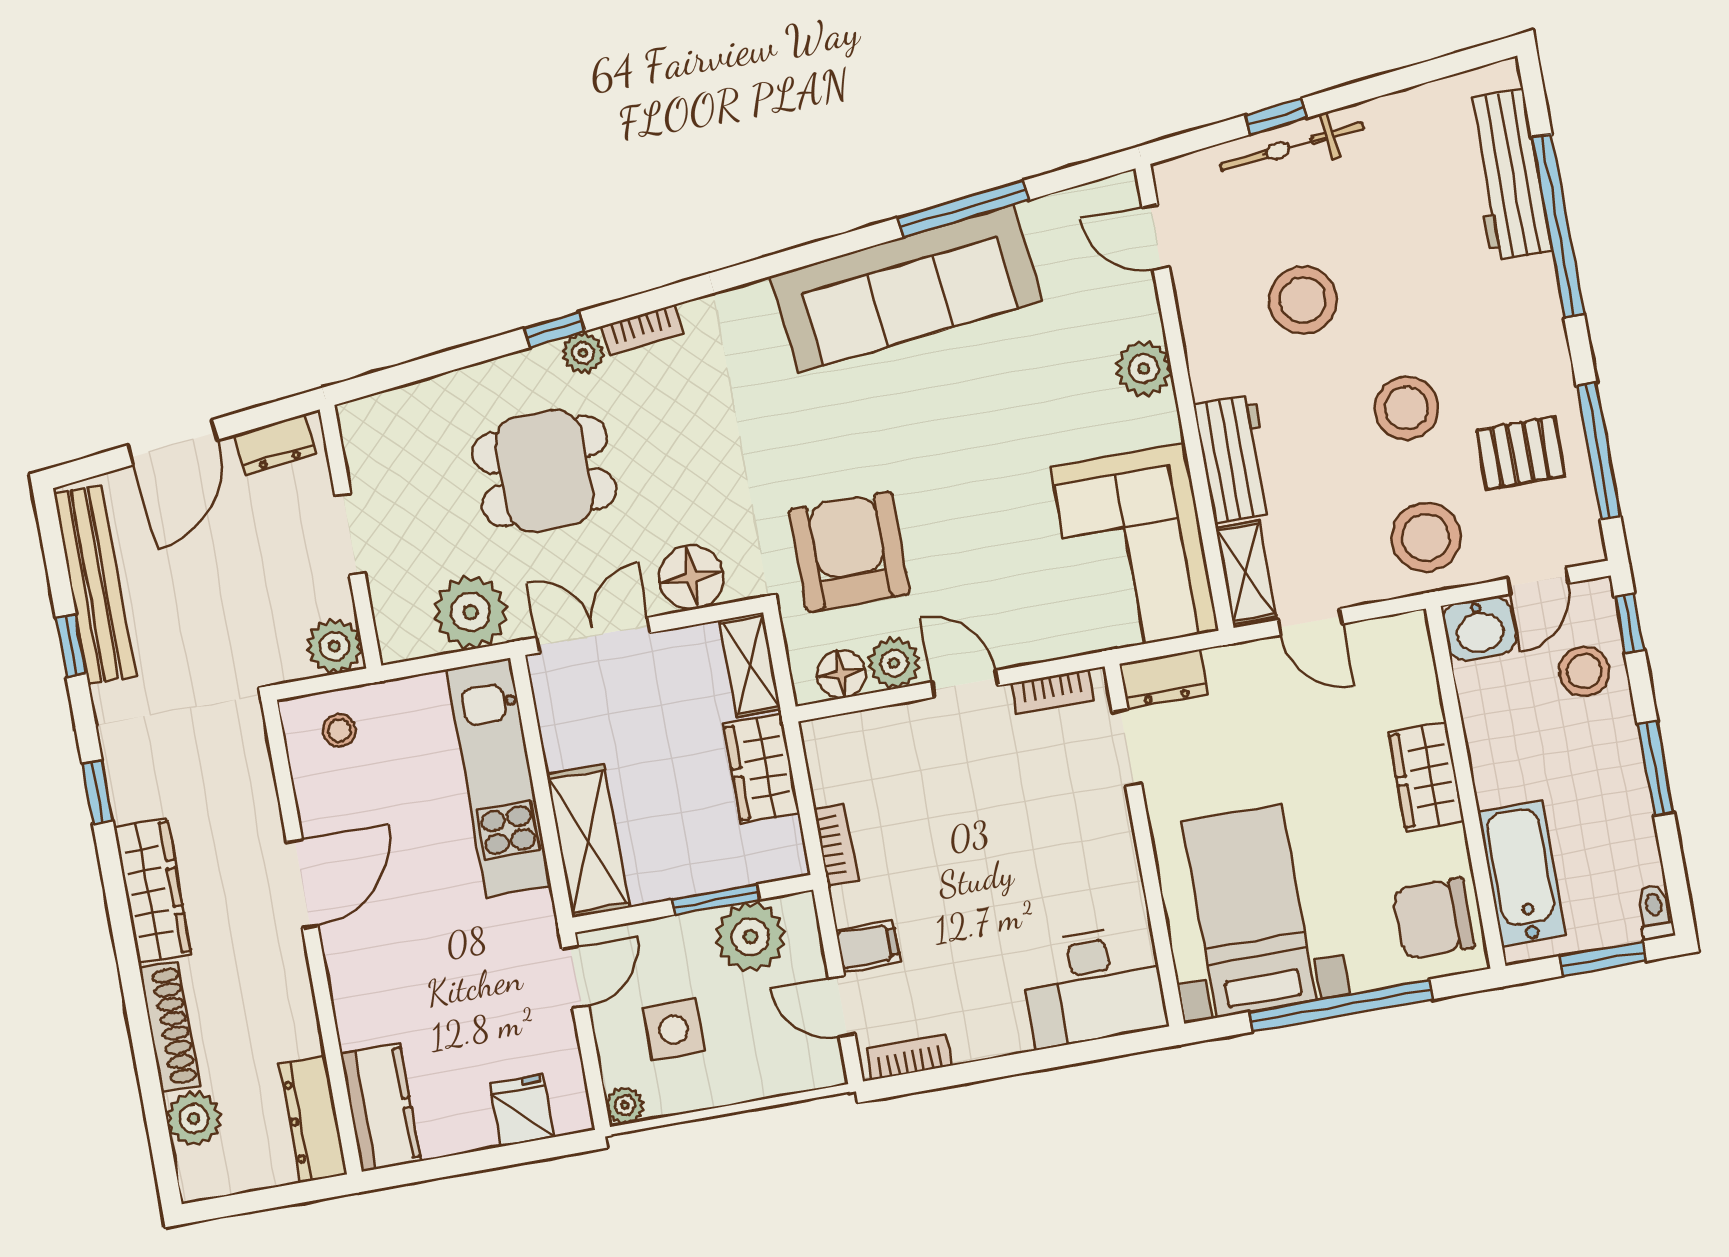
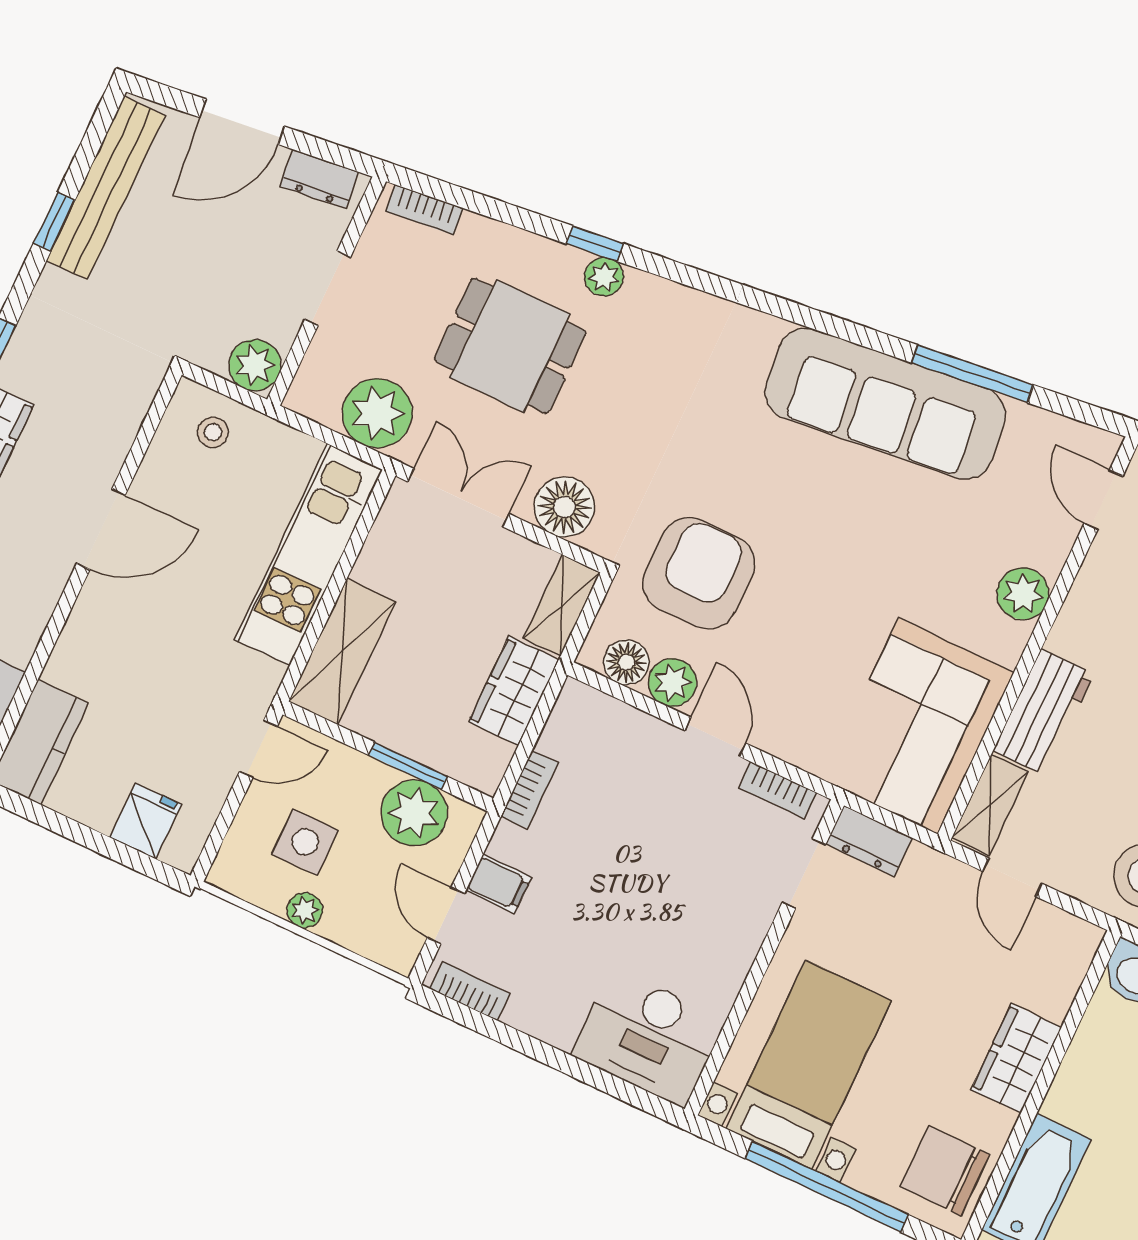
bookcase: (642, 330) -> (424, 210), moved
plant: (625, 1105) -> (305, 910), moved

